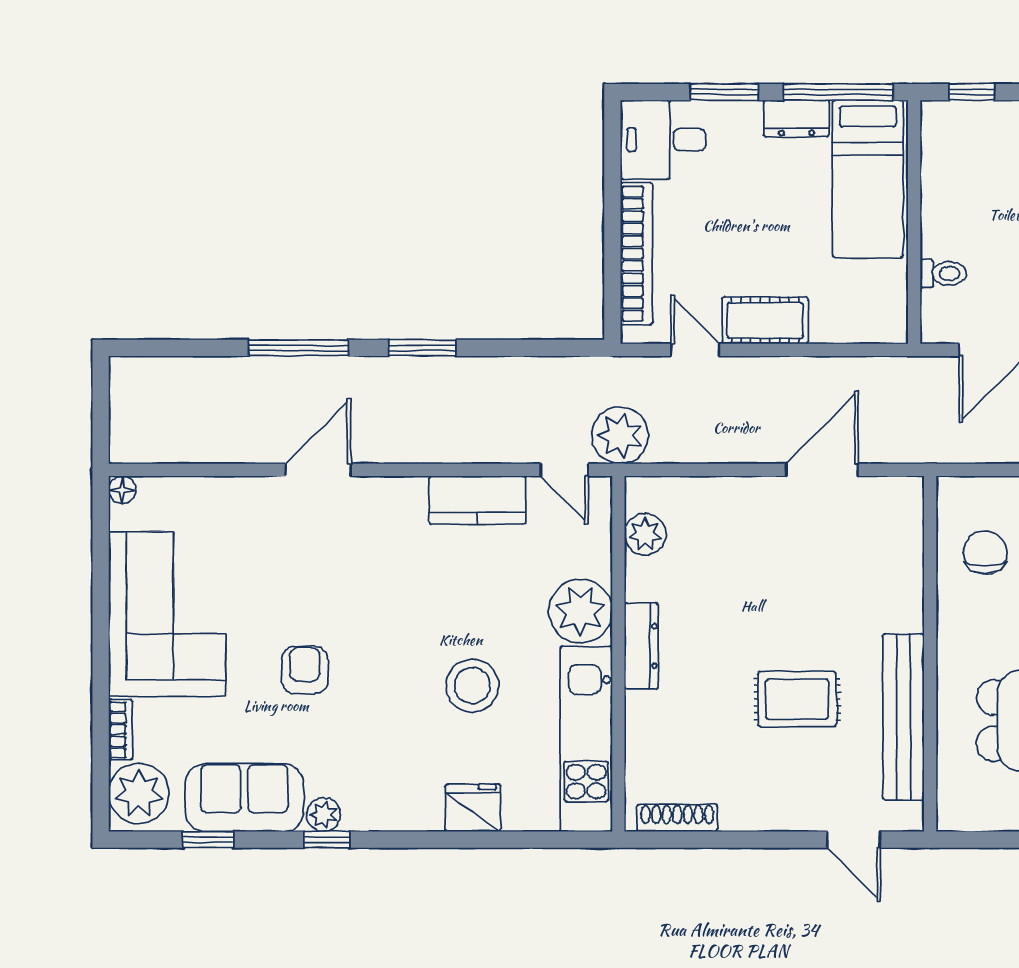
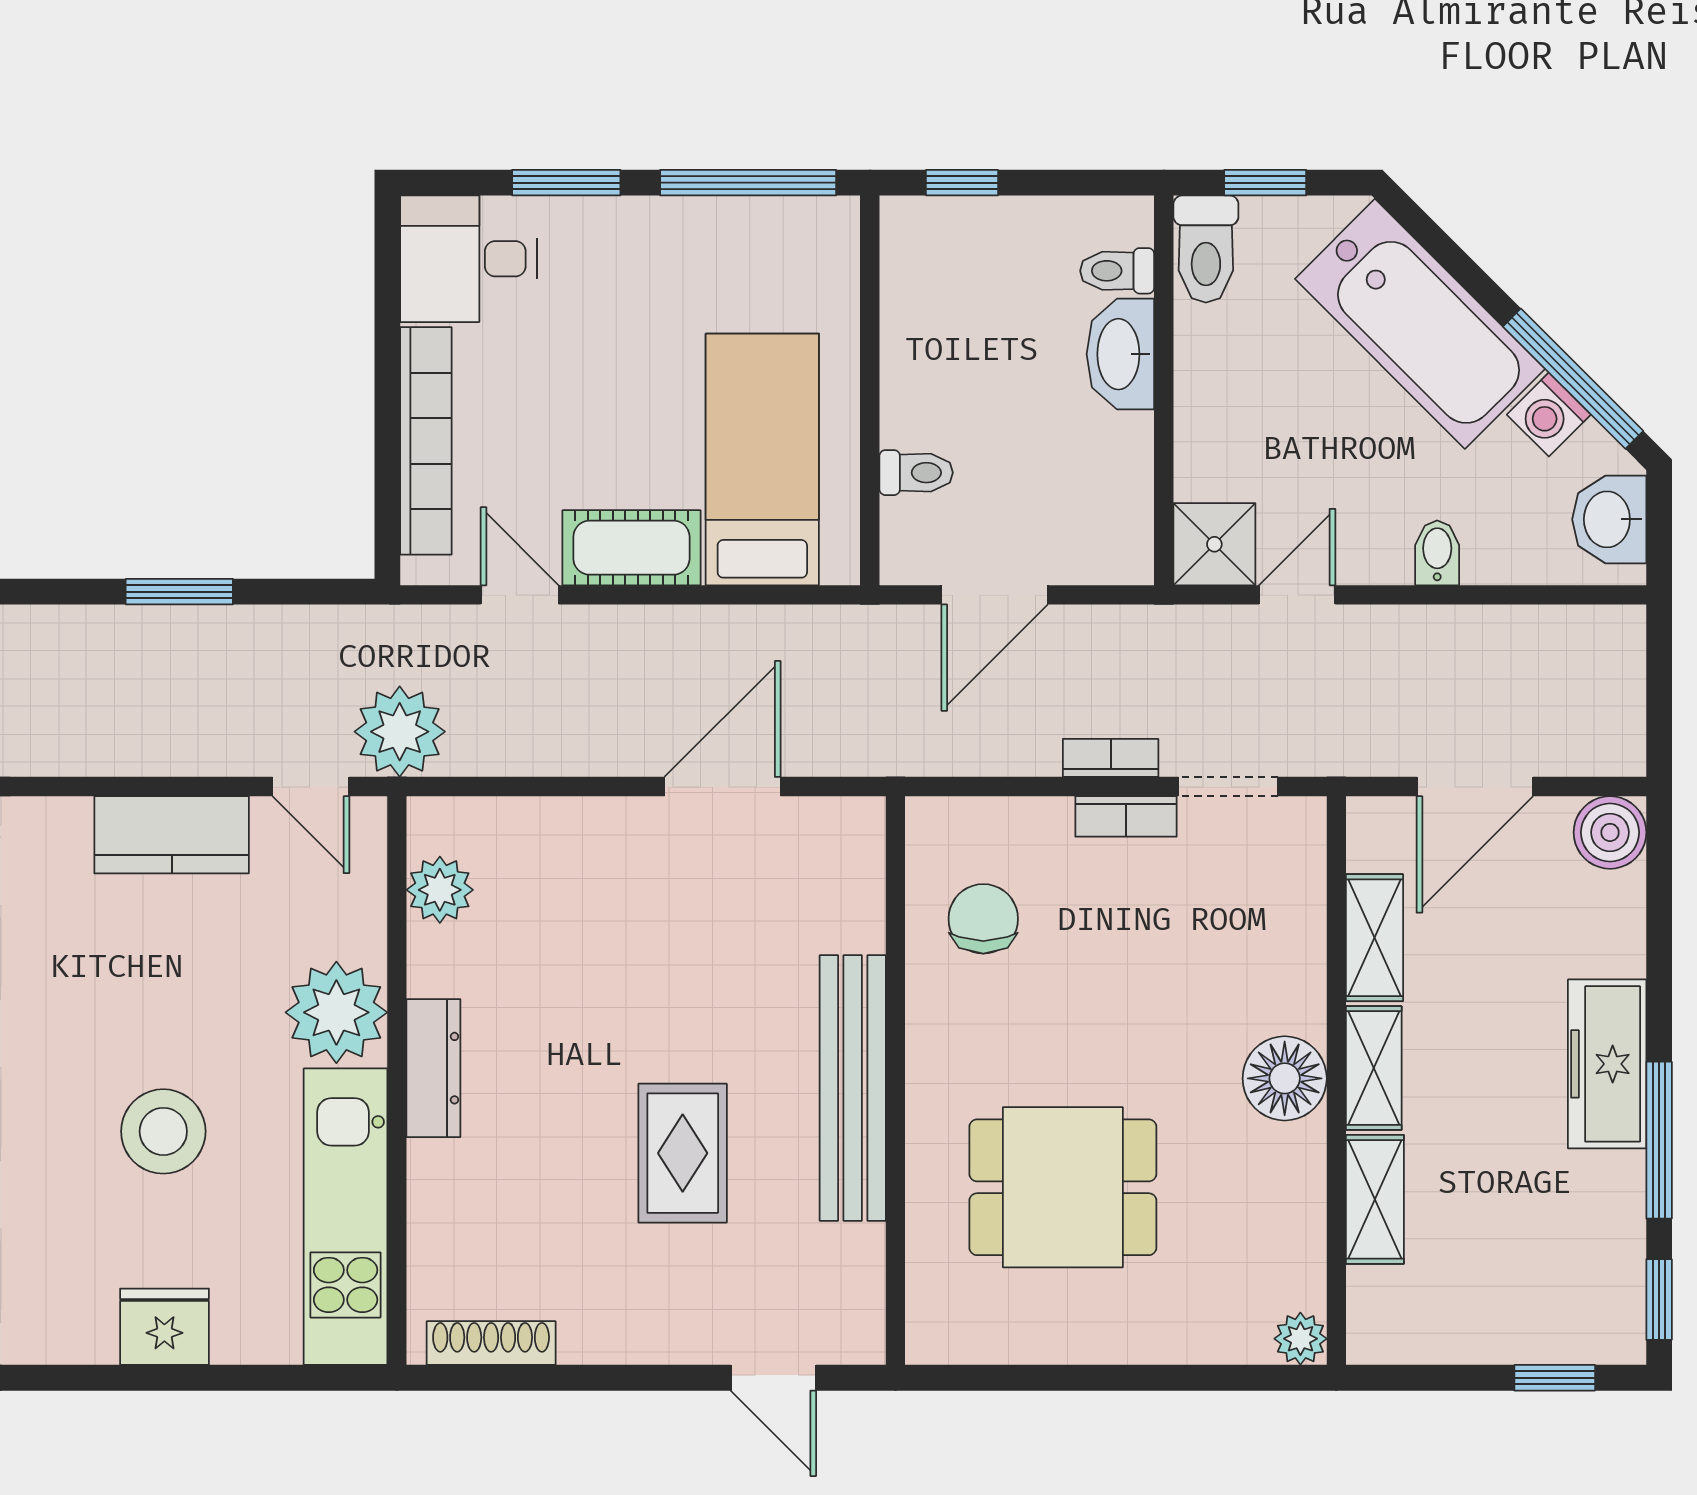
dresser: (796, 119) -> (681, 225), removed
bed: (868, 179) -> (762, 459), moved, turned 180
window: (422, 348) -> (179, 592), moved
rug: (797, 699) -> (683, 1153), turned 90
bench: (903, 717) -> (853, 1088), moved

